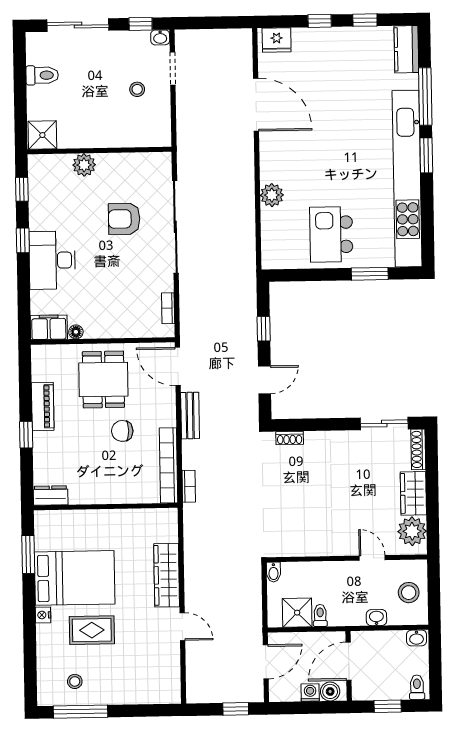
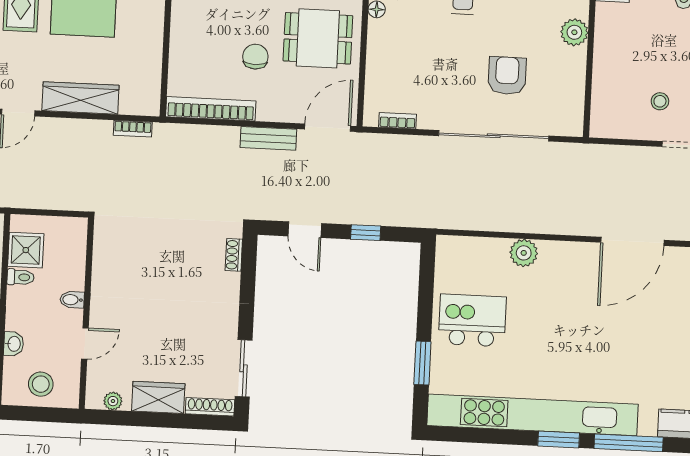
bookcase: (189, 486) -> (133, 129), moved
plant: (412, 531) -> (113, 401), width x0.53, depth x0.53
bidet: (273, 572) -> (72, 300), moved

